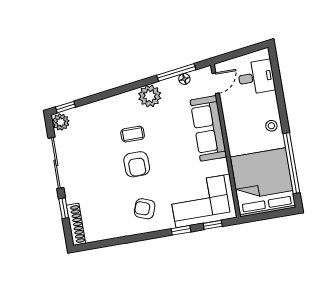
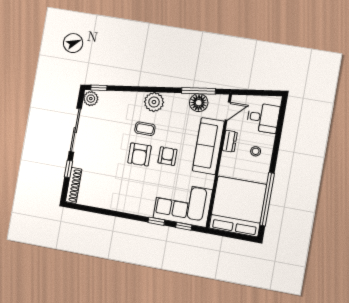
floor lamp: (184, 79) -> (199, 103), width x1.89, depth x1.89
plant: (150, 96) -> (154, 102), moved
dresser: (230, 115) -> (230, 141), added
stool: (271, 126) -> (256, 151), moved
armchair: (145, 209) -> (167, 156), moved, turned 70

